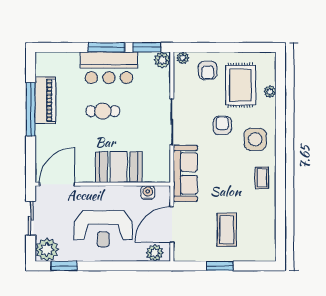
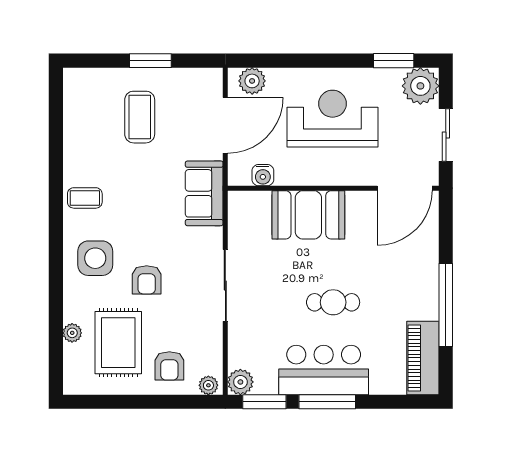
armchair: (208, 70) -> (169, 366), turned 180
piano: (45, 100) -> (423, 358), moved
sofa: (185, 173) -> (204, 193), width x0.73
coffee table: (262, 178) -> (85, 198), turned 90

